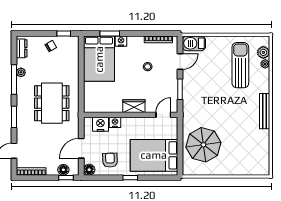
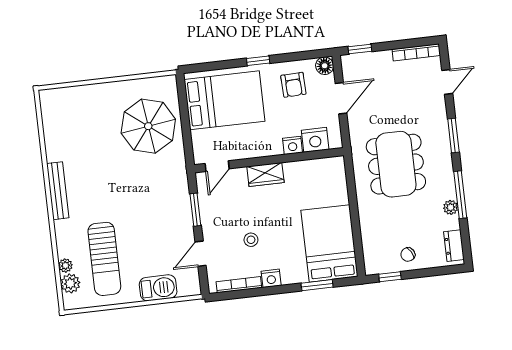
nightstand: (121, 41) -> (271, 278), moved
barbecue: (194, 43) -> (158, 288), moved
floor lamp: (63, 170) -> (365, 61), removed

